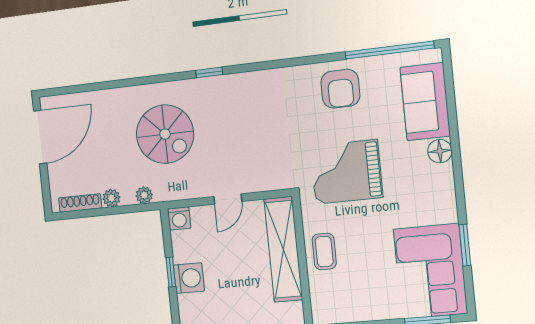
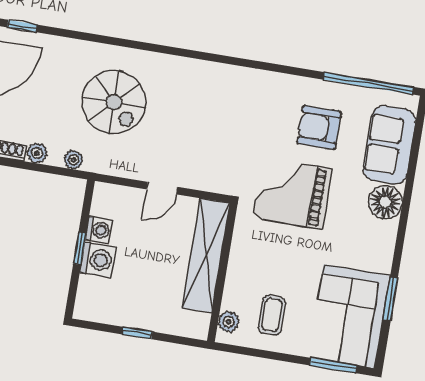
window: (209, 72) -> (22, 26), moved
armchair: (340, 89) -> (319, 127), moved, turned 90
floor lamp: (440, 151) -> (385, 202), width x1.38, depth x1.38
washing machine: (179, 218) -> (99, 230), moved, turned -90
coffee table: (324, 252) -> (272, 315), moved
plant: (320, 304) -> (229, 322), added

